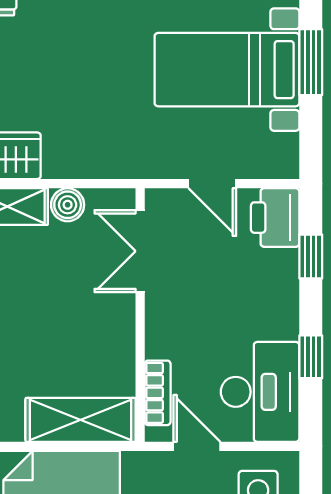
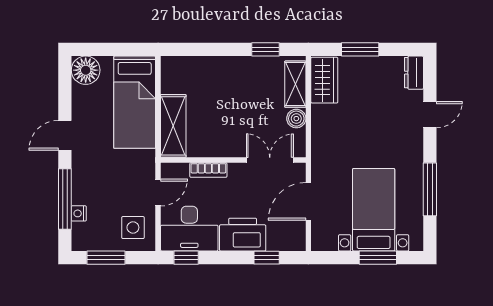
door: (212, 184) -> (308, 201), width x1.38
printer: (275, 218) -> (243, 235), moved, width x1.37, depth x1.19
window: (311, 357) -> (186, 258), moved
bookcase: (158, 393) -> (208, 170), moved

